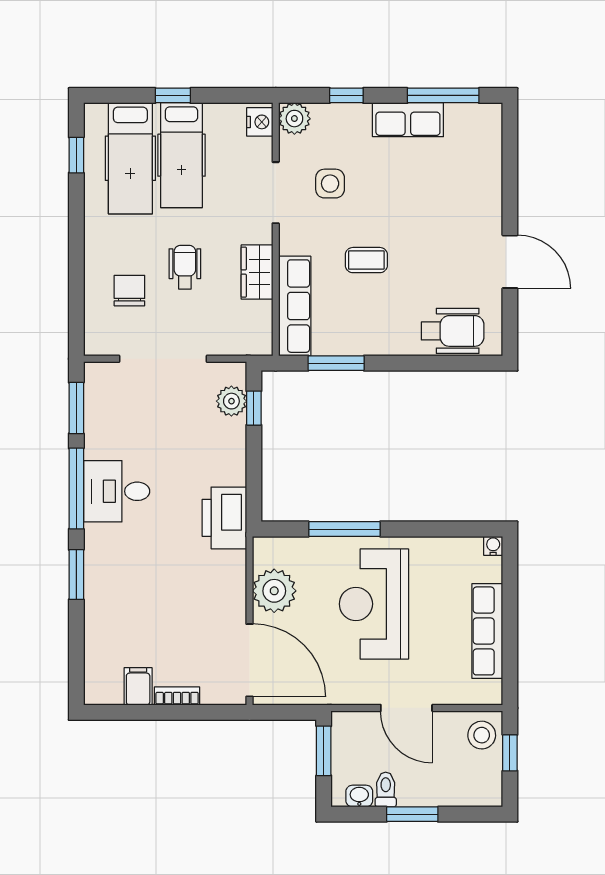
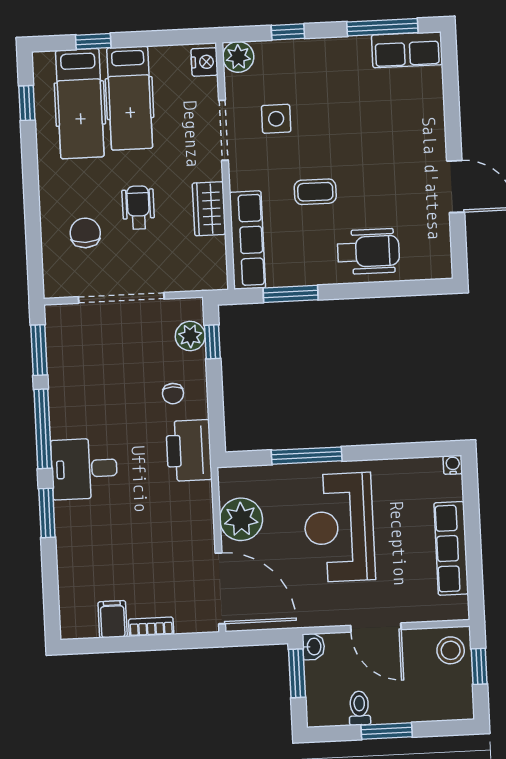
window: (173, 95) -> (93, 41), moved
row of seats: (408, 120) -> (407, 50), moved
wheelchair: (453, 331) -> (368, 251), moved
chair: (211, 459) -> (173, 394), added
desk: (117, 491) -> (84, 469), moved
washbasin: (359, 796) -> (313, 647), moved, turned 90

